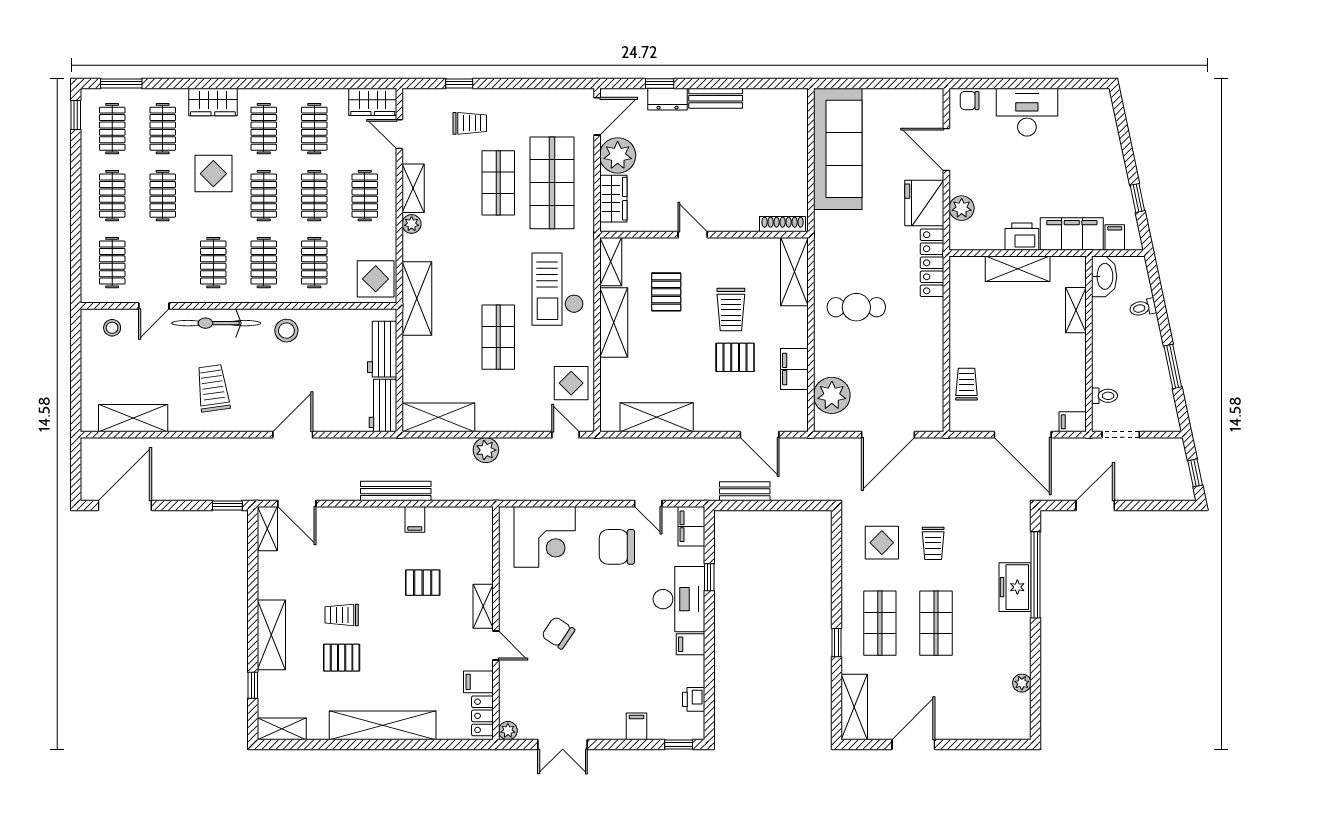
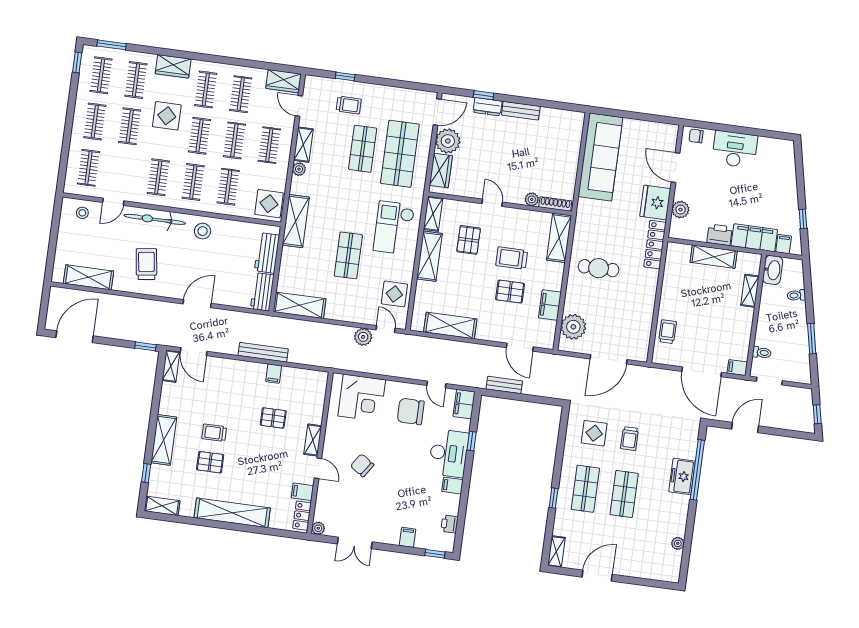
plant: (748, 222) -> (532, 199), added
trolley: (731, 310) -> (512, 258), turned 90
plant: (486, 450) -> (363, 337), moved
shelving: (854, 707) -> (556, 552), width x0.67, depth x0.75

